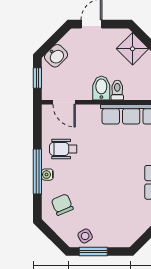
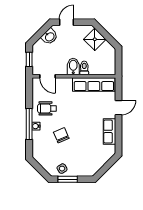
washbasin: (56, 56) -> (50, 37), moved
chair: (62, 205) -> (61, 135), moved

